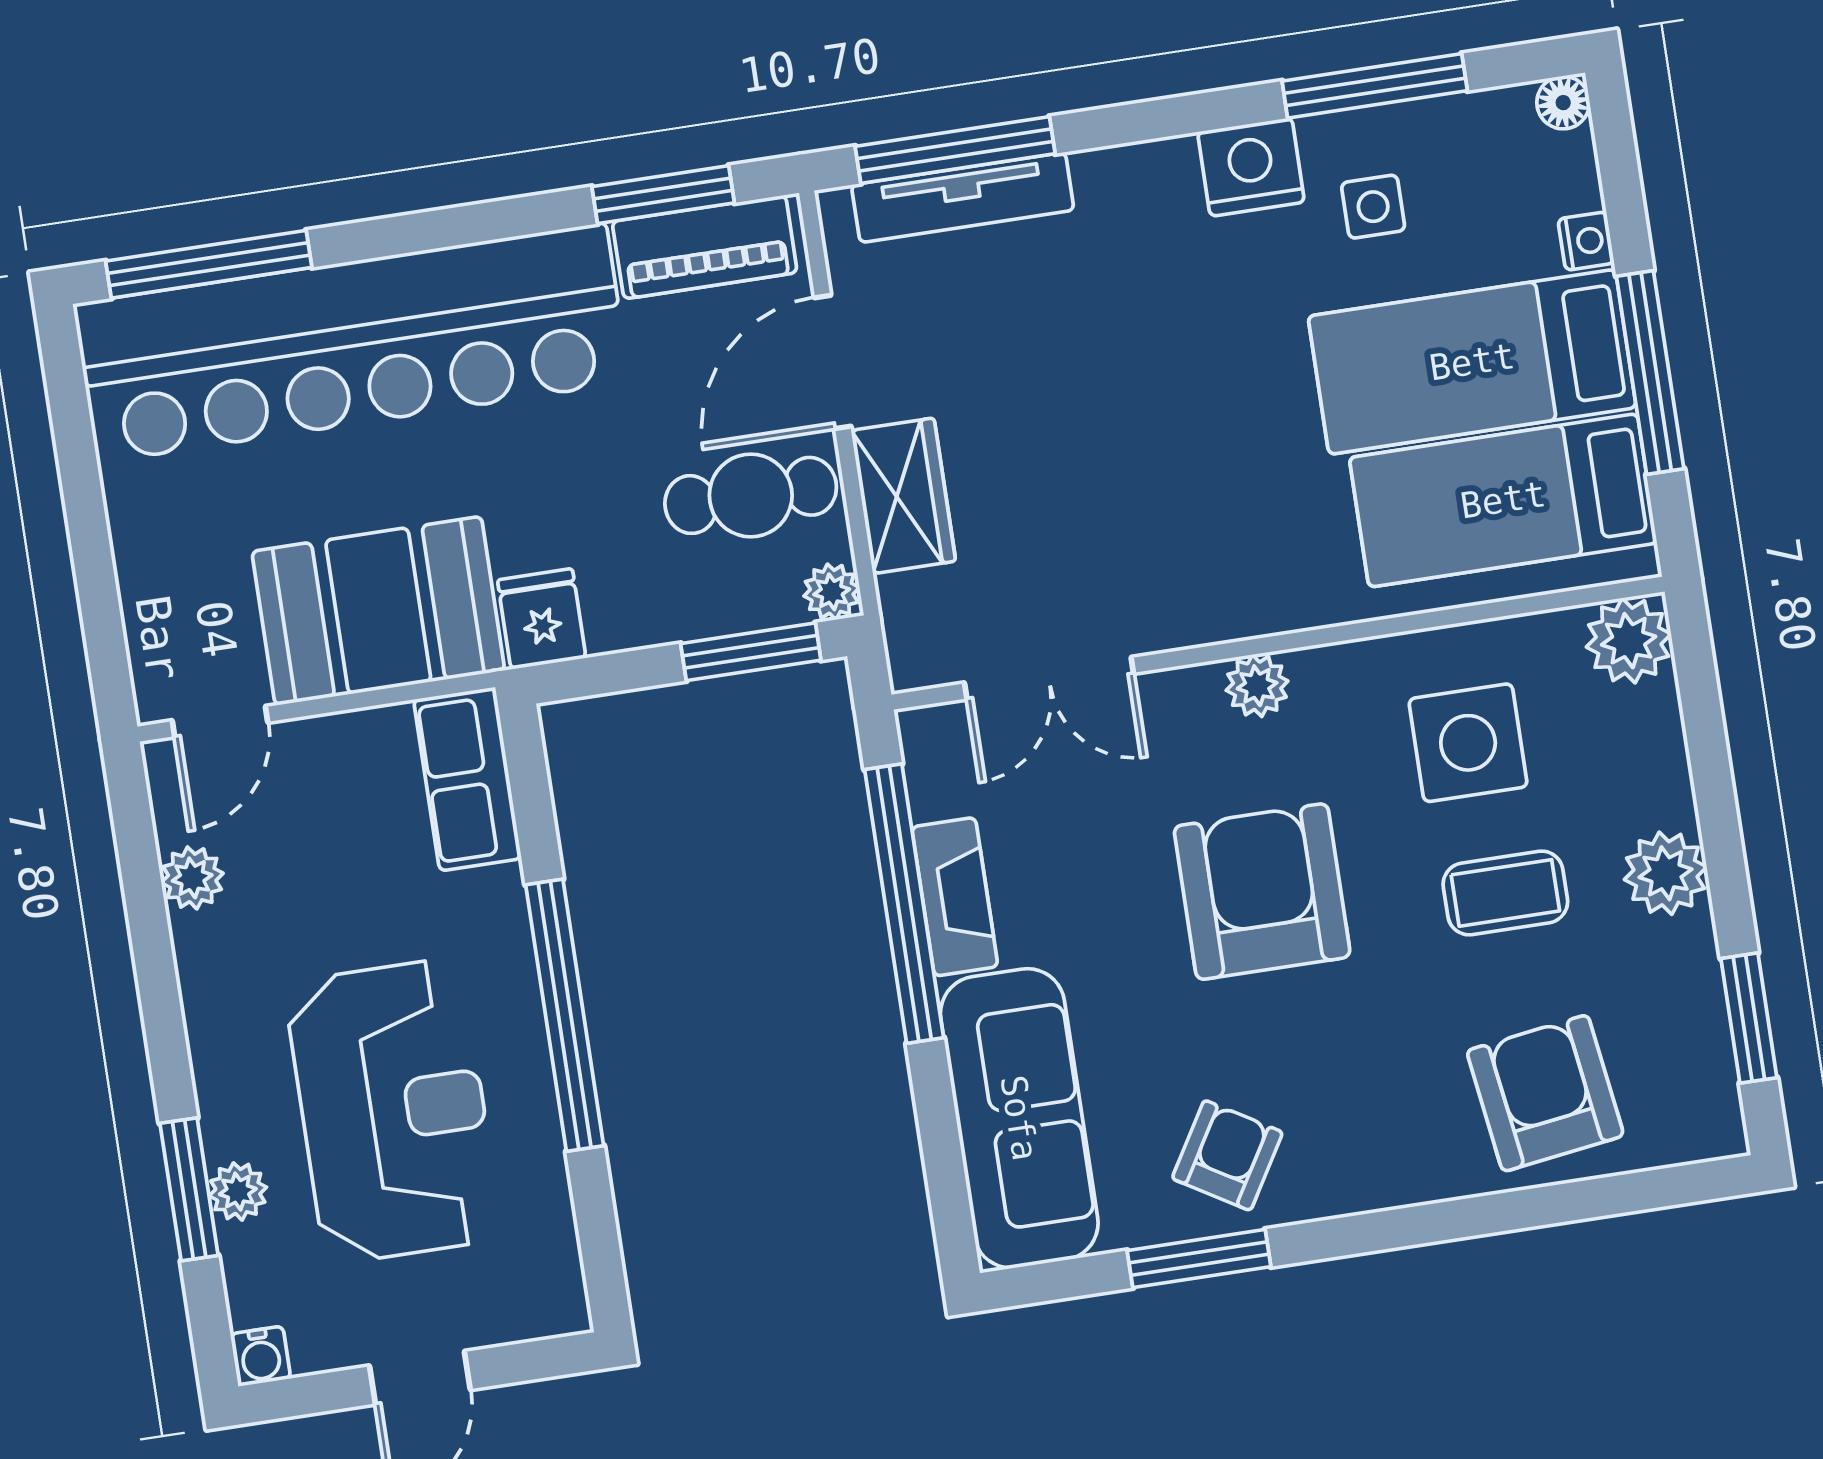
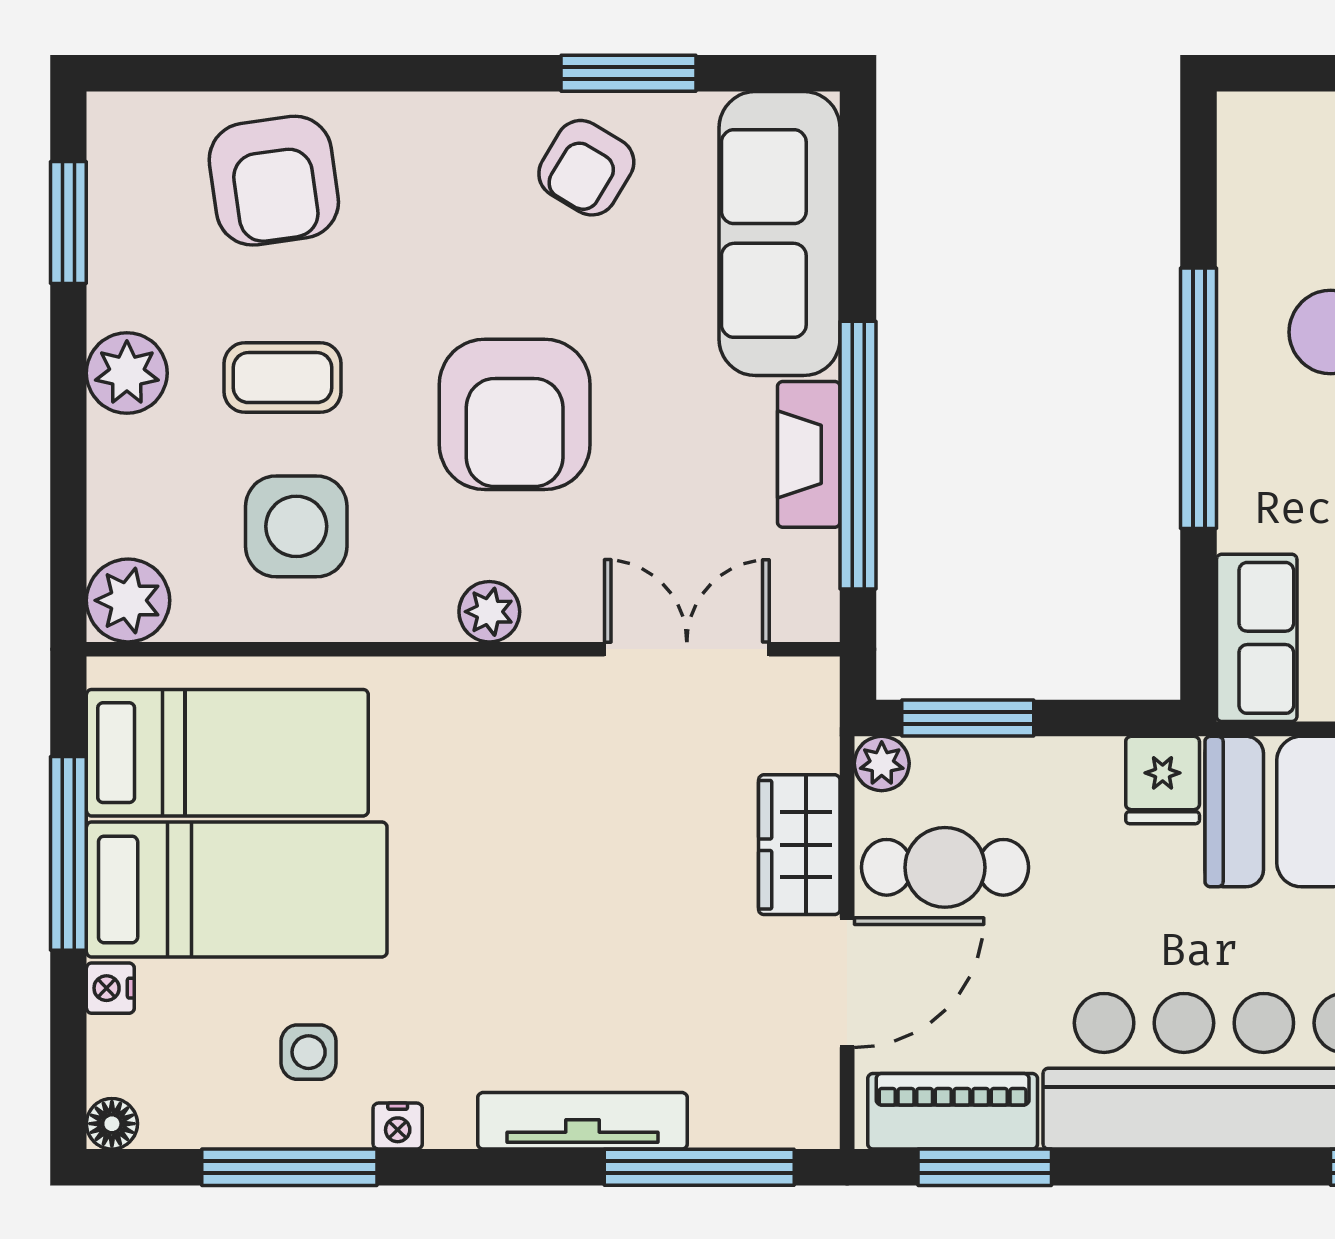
nightstand: (1251, 167) -> (398, 1126), width x0.53, depth x0.56
tv unit: (963, 198) -> (582, 1121), moved

